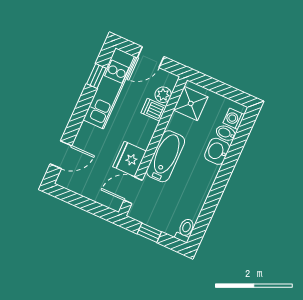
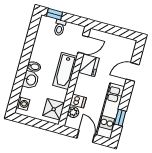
door: (151, 57) -> (86, 136), hinge flipped
bidet: (226, 133) -> (34, 66), moved
door: (61, 155) -> (133, 72), moved
toilet: (185, 230) -> (60, 28), moved
window: (149, 233) -> (55, 14), moved

